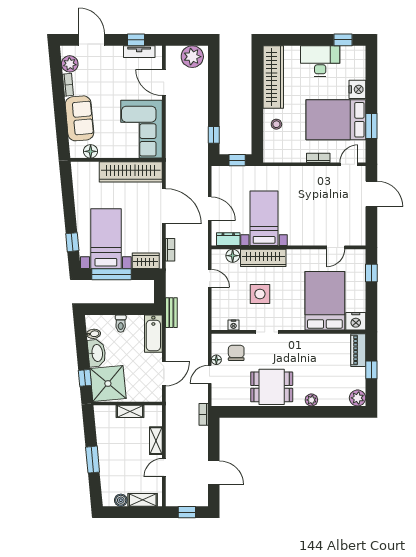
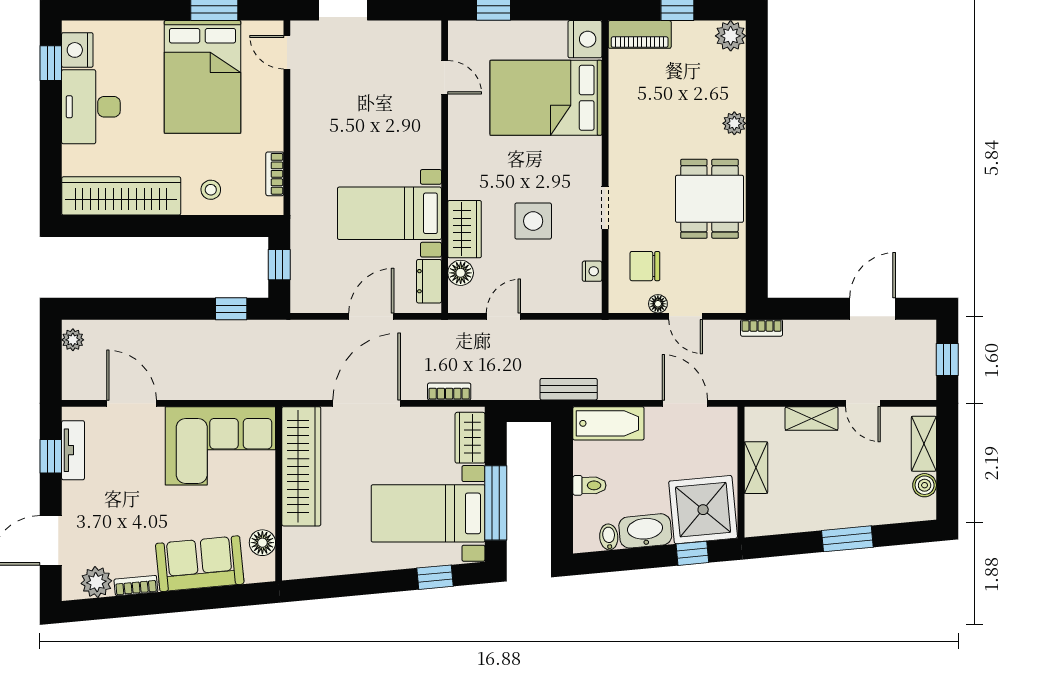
plant: (192, 57) -> (73, 340), width x0.53, depth x0.53
door: (164, 82) -> (132, 403), swing flipped
nightstand: (357, 89) -> (77, 50), moved, turned -90
bookcase: (318, 158) -> (275, 174), moved
wardrobe: (263, 258) -> (465, 229), width x0.67

